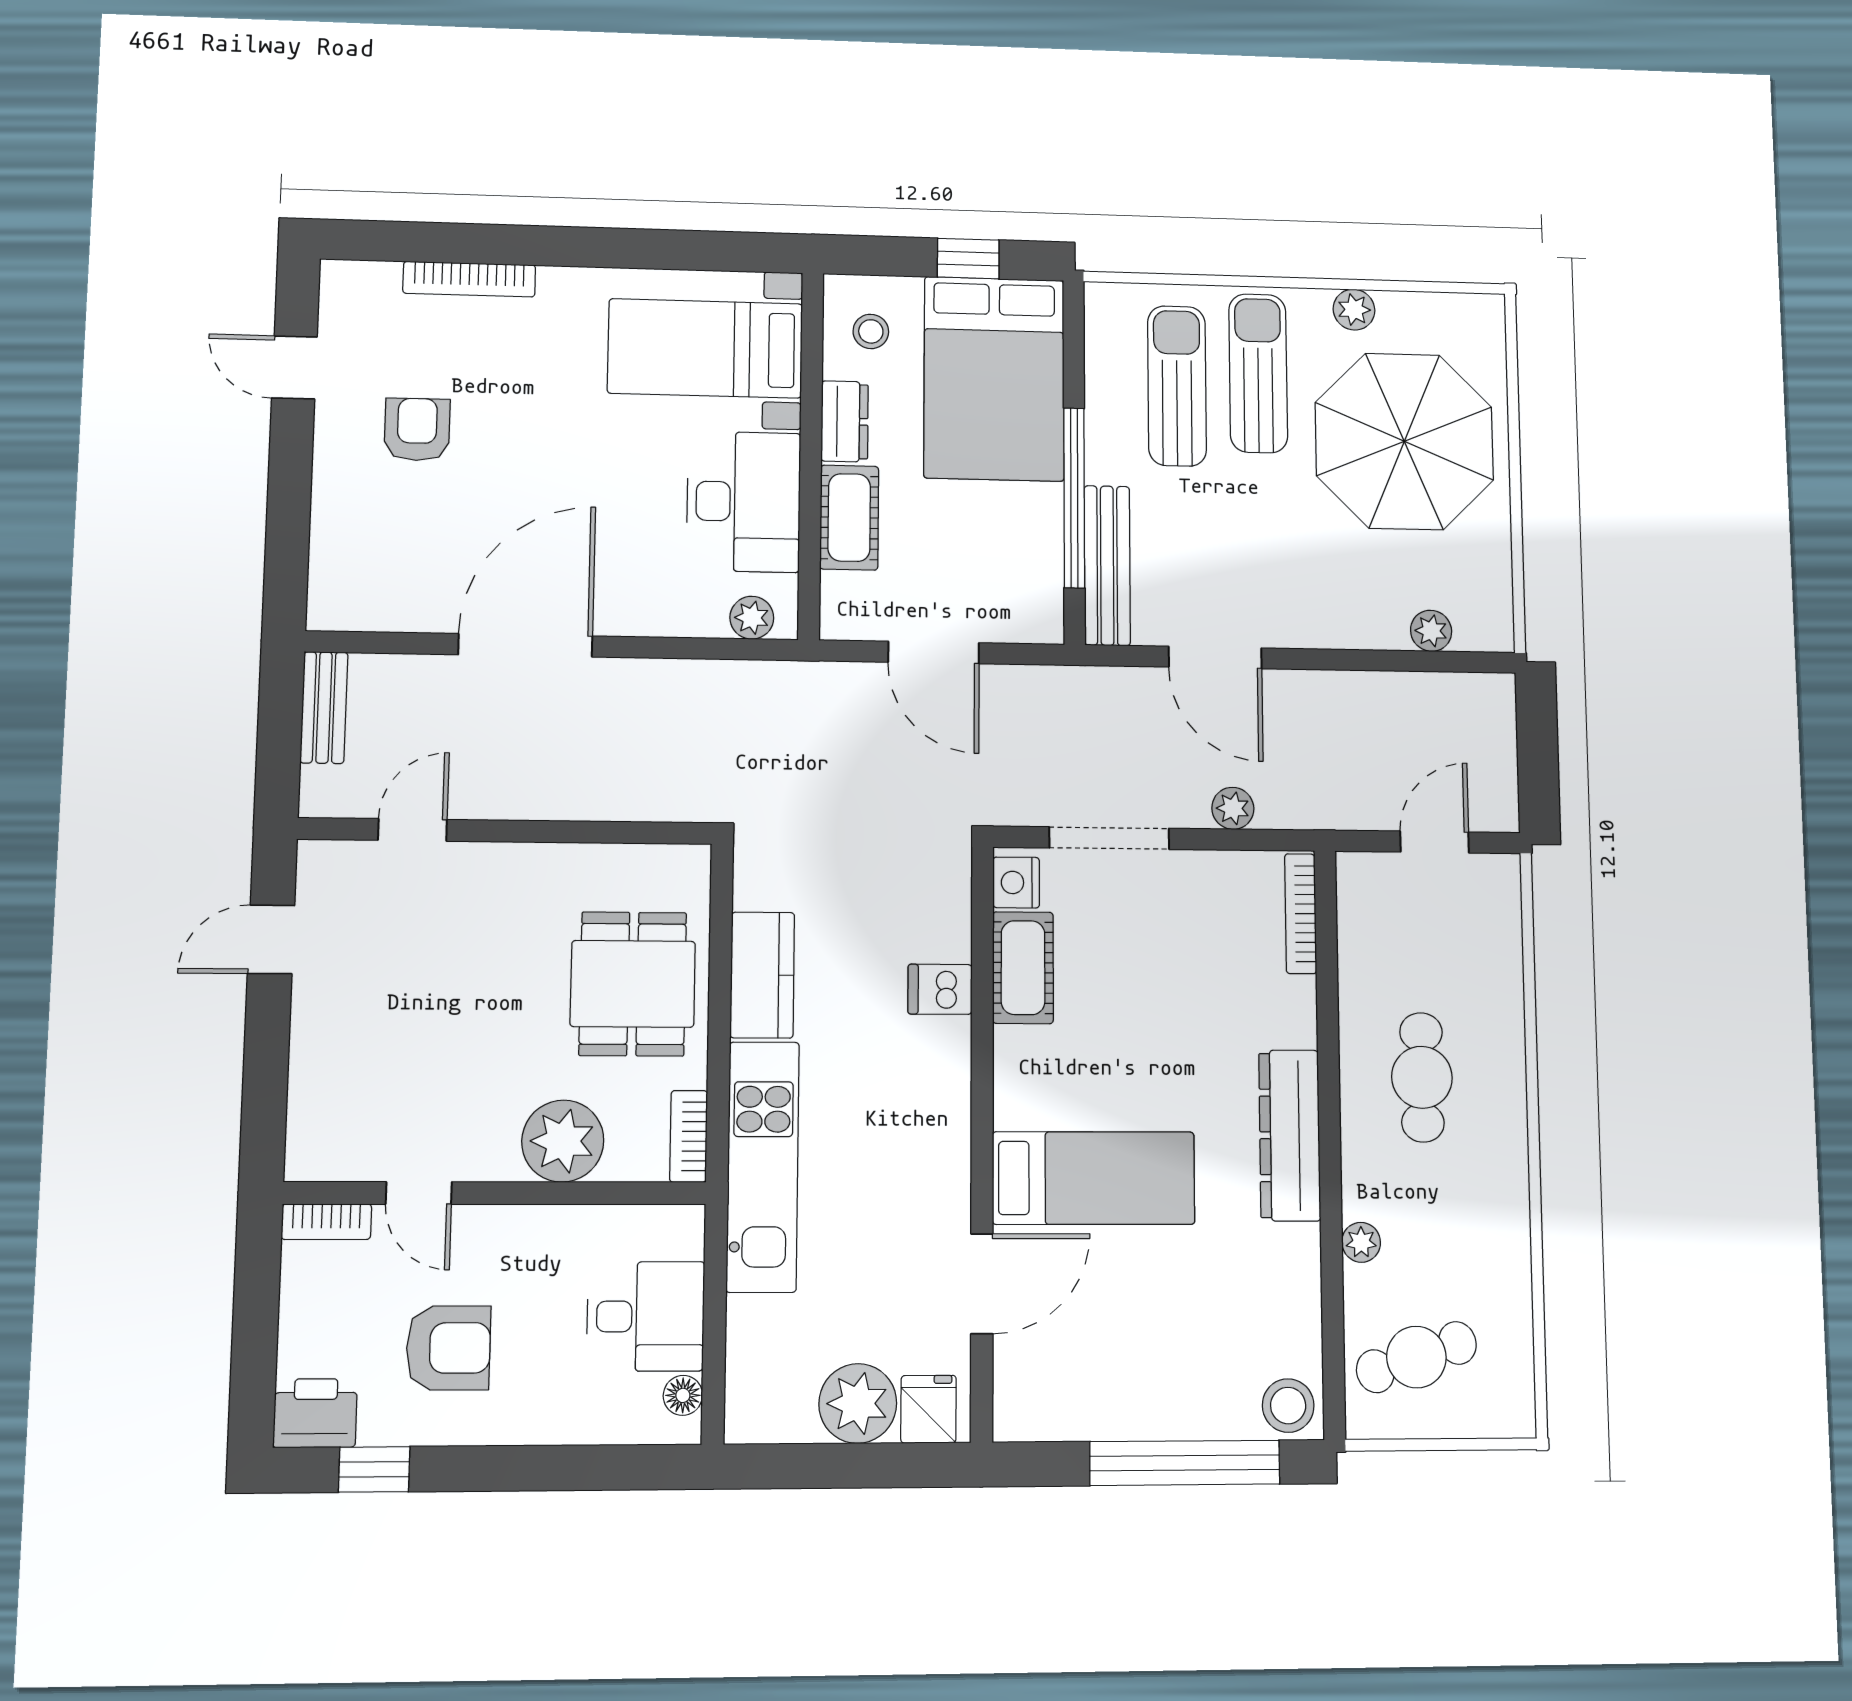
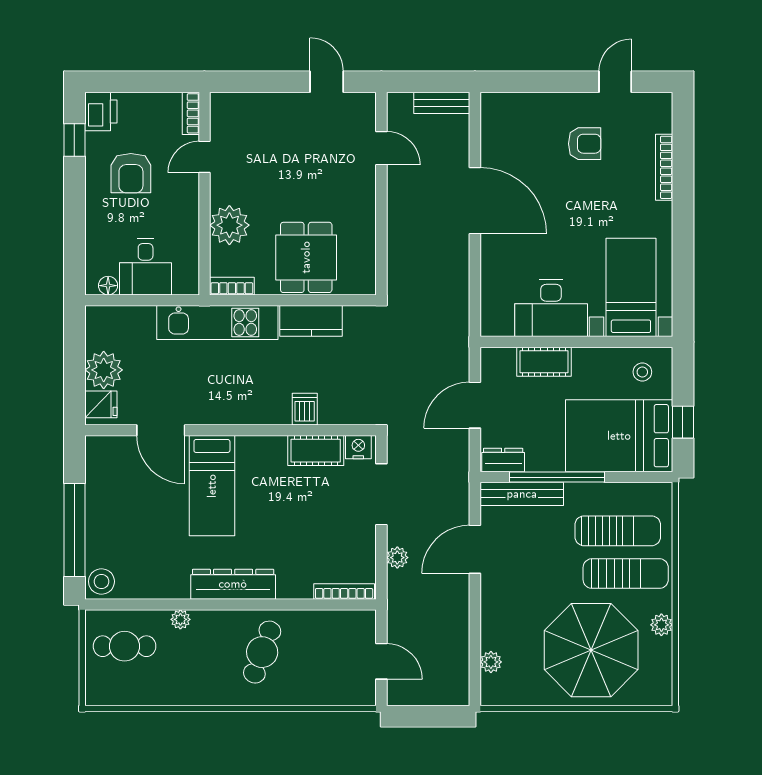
dresser: (845, 421) -> (503, 460), moved, turned 180
plant: (752, 618) -> (491, 313), removed
dining table: (633, 984) -> (306, 257), turned 90
cafe table: (1422, 1077) -> (262, 652), turned -70
cafe table: (1416, 1357) -> (125, 646), turned -72

